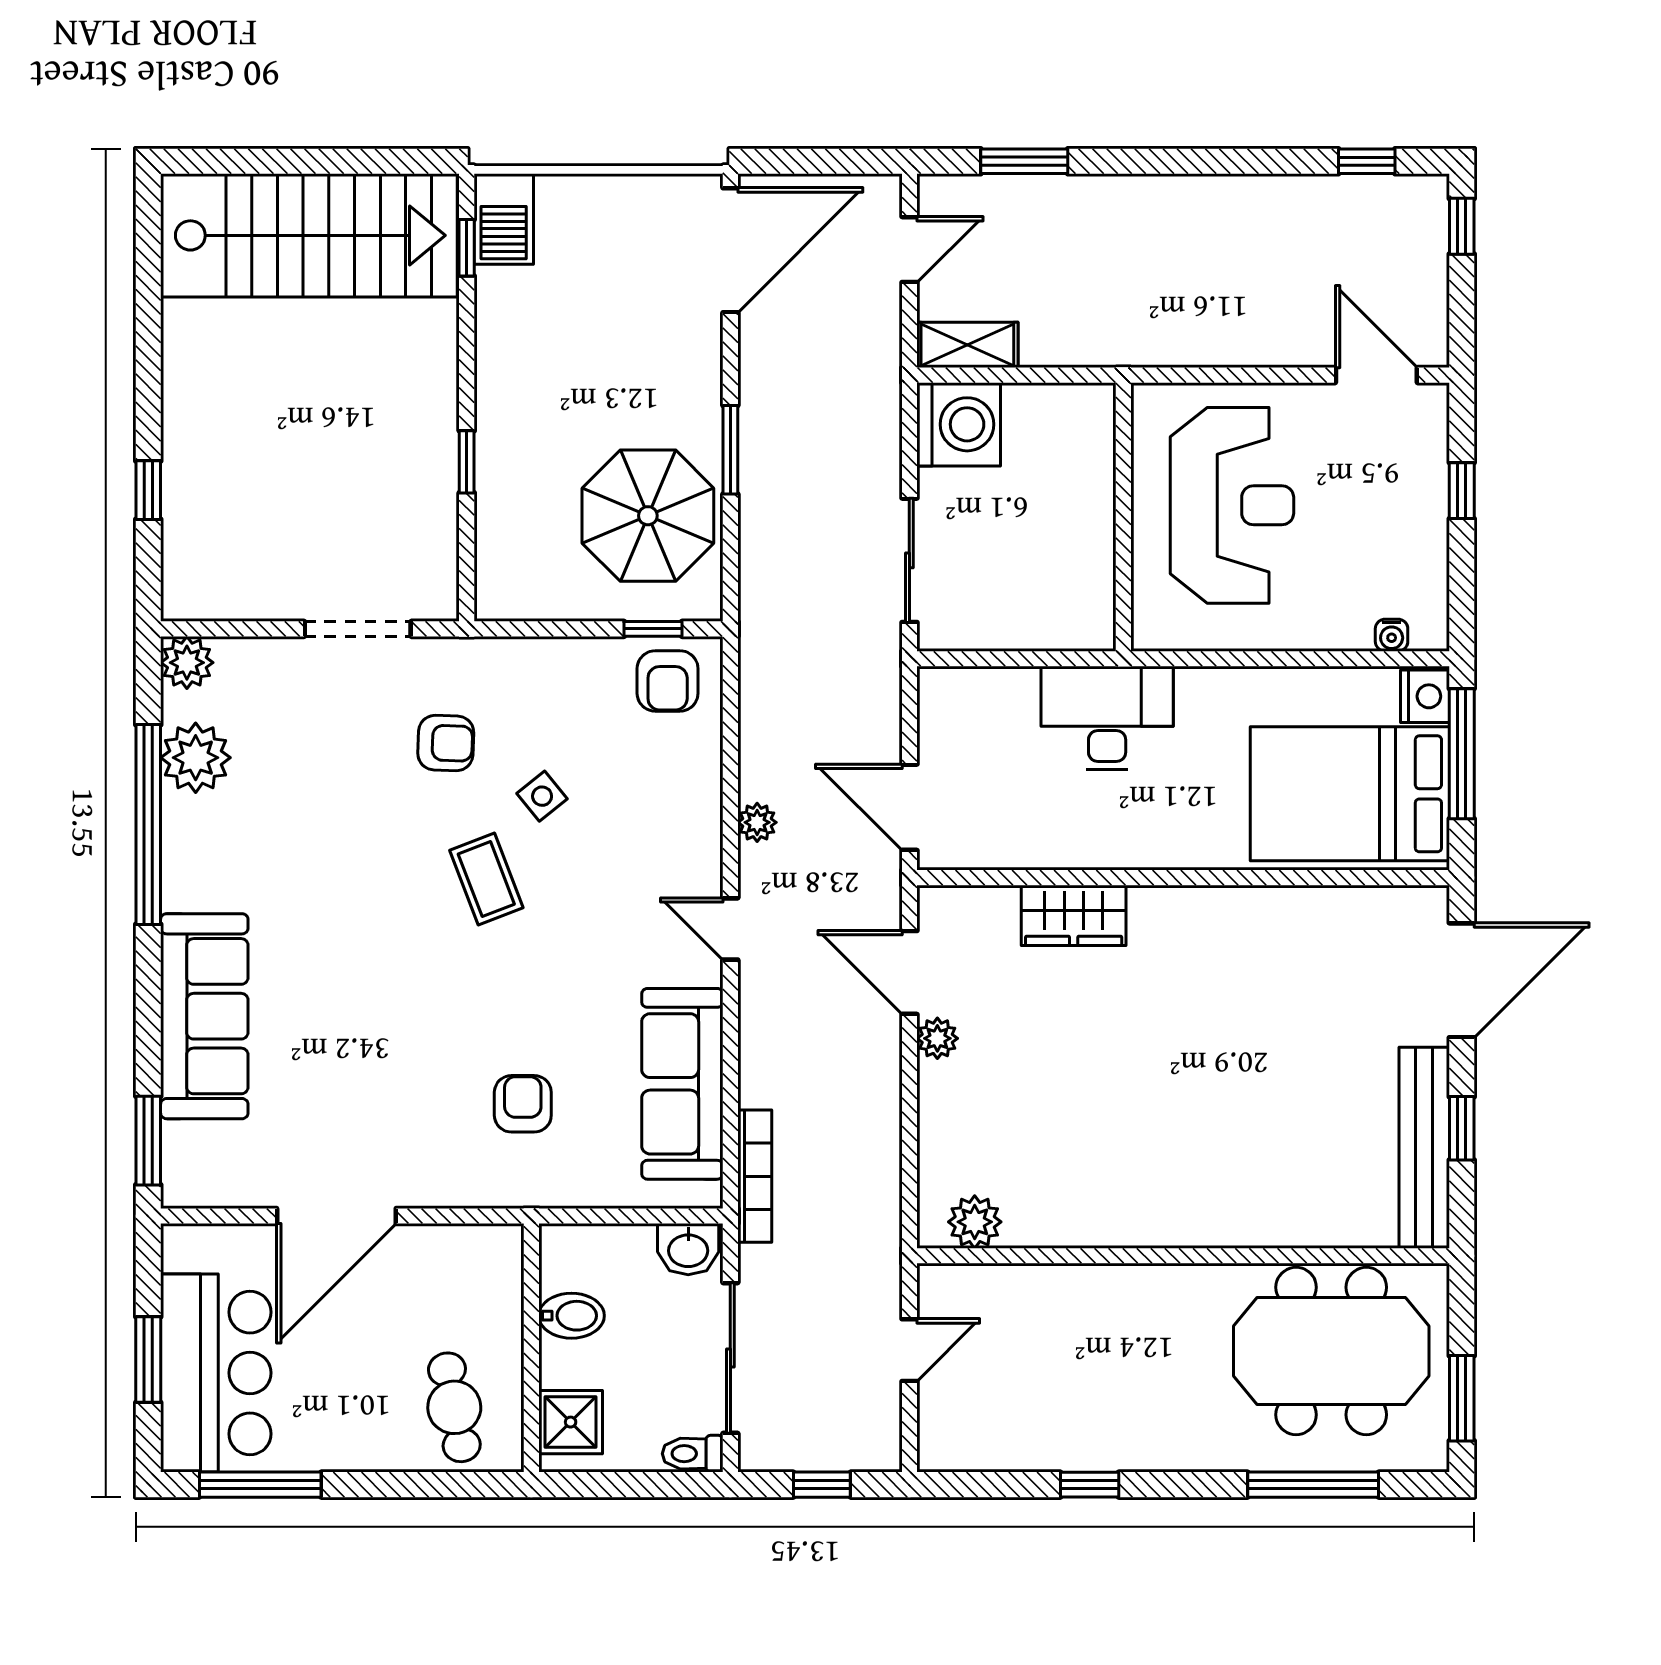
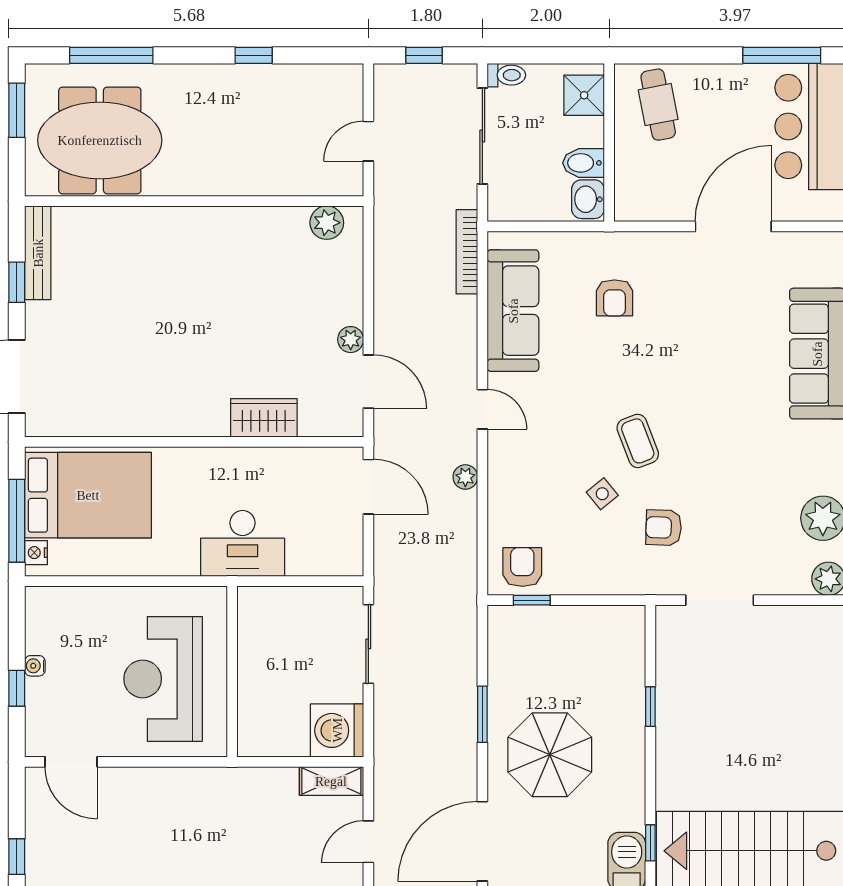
parasol: (648, 516) -> (550, 755), moved
water cooler: (1392, 635) -> (35, 666), moved, turned -90
nightstand: (1425, 696) -> (36, 553), width x0.72, depth x0.74
bench: (1424, 1148) -> (38, 253), width x0.73, depth x0.82
washbasin: (688, 1249) -> (588, 199), moved, turned -90

